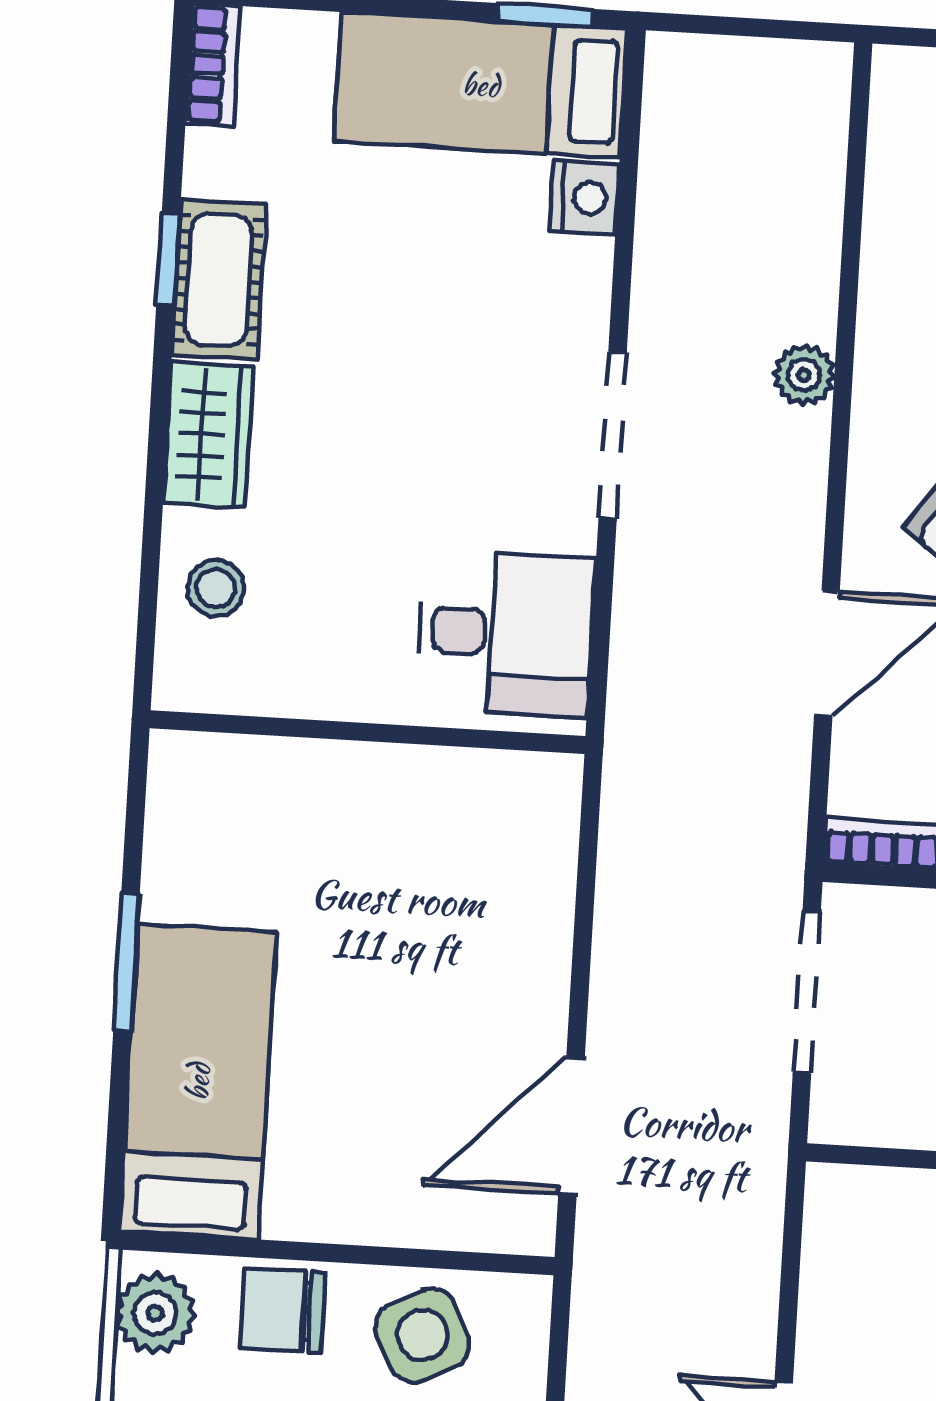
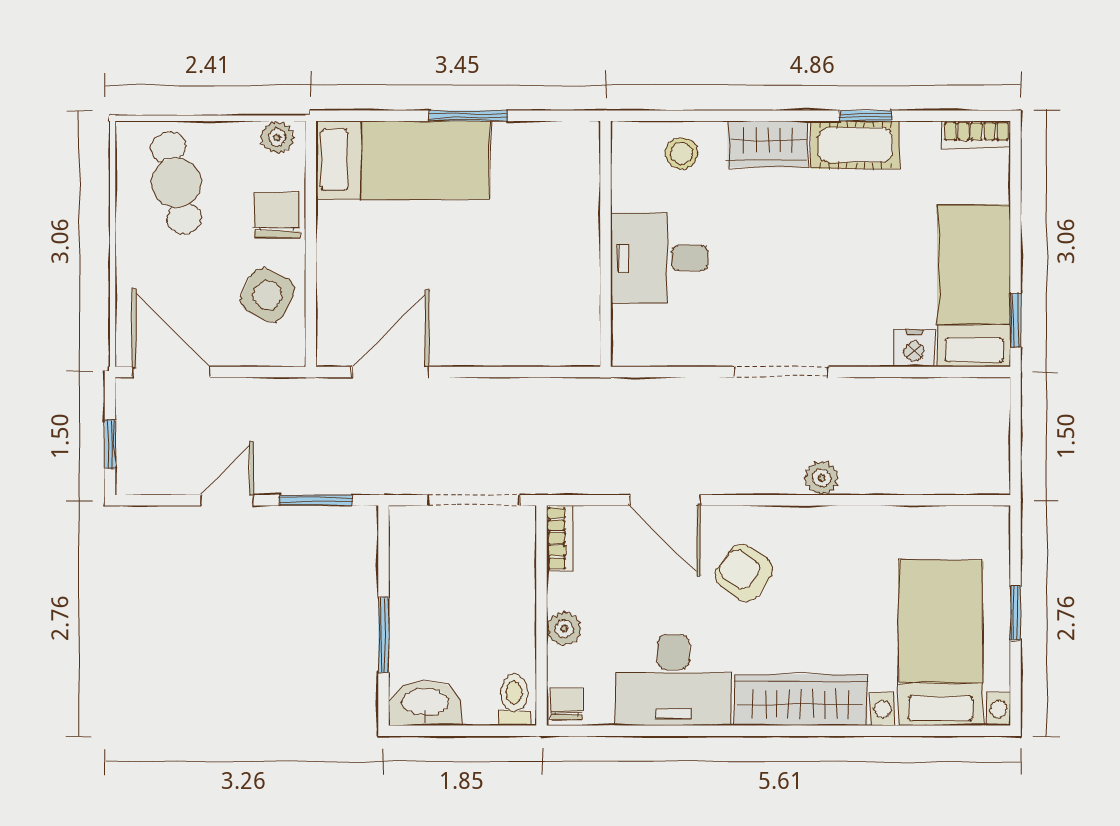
desk: (505, 633) -> (659, 258), moved, turned 90
door: (571, 1126) -> (391, 372), hinge flipped
window: (790, 1272) -> (316, 500), added
plant: (155, 1313) -> (277, 137), width x0.73, depth x0.73
side table: (423, 1335) -> (268, 295), turned -38

